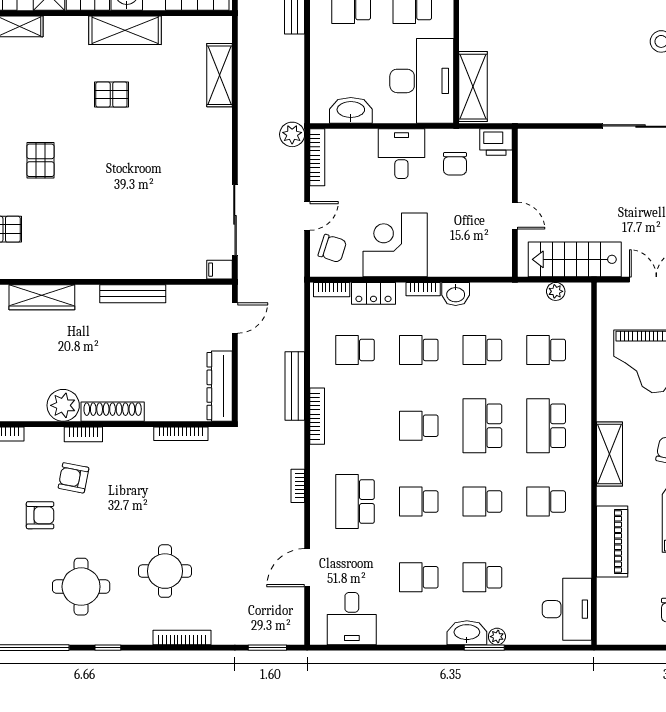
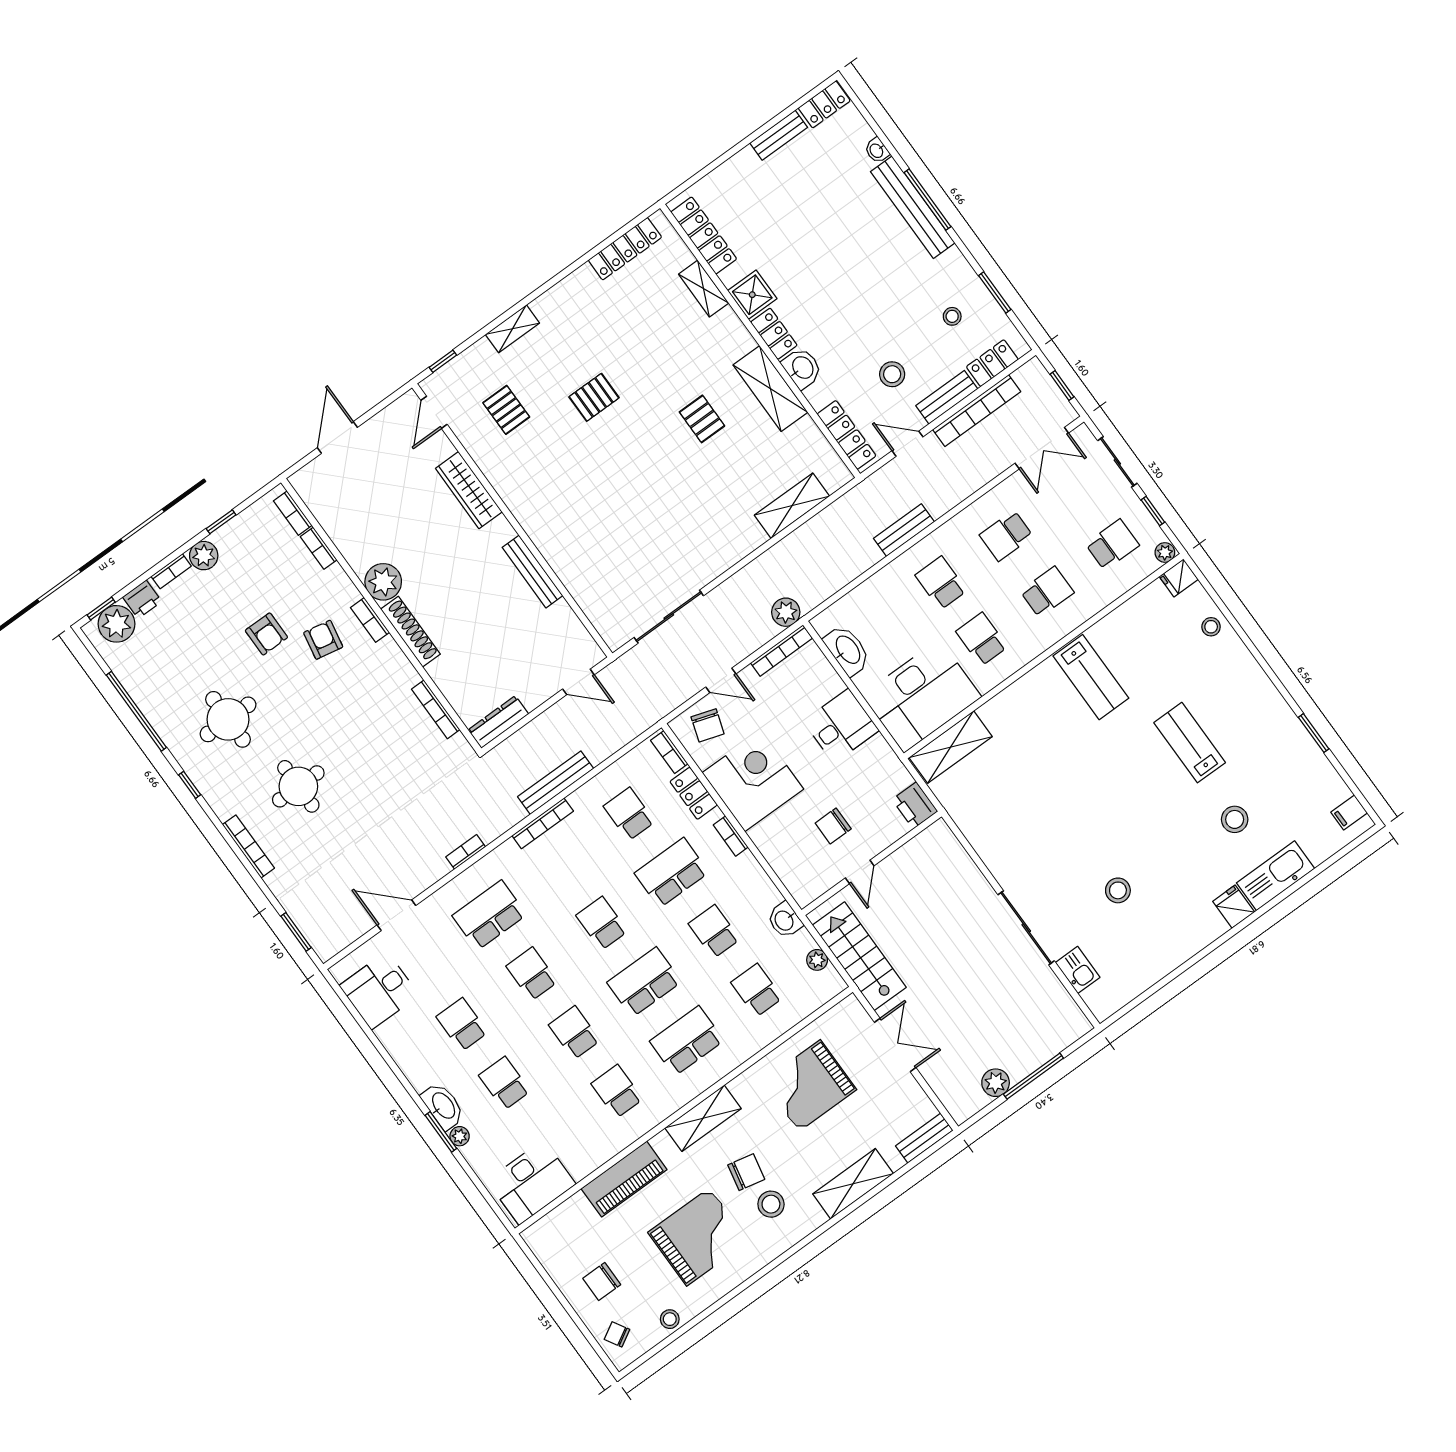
chair: (455, 164) -> (833, 826), moved
filing cabinet: (219, 270) -> (613, 635), removed
washbasin: (456, 294) -> (785, 920), moved
school desk: (419, 350) -> (672, 873), width x1.85
dresser: (220, 386) -> (498, 722), width x0.73, depth x0.80

